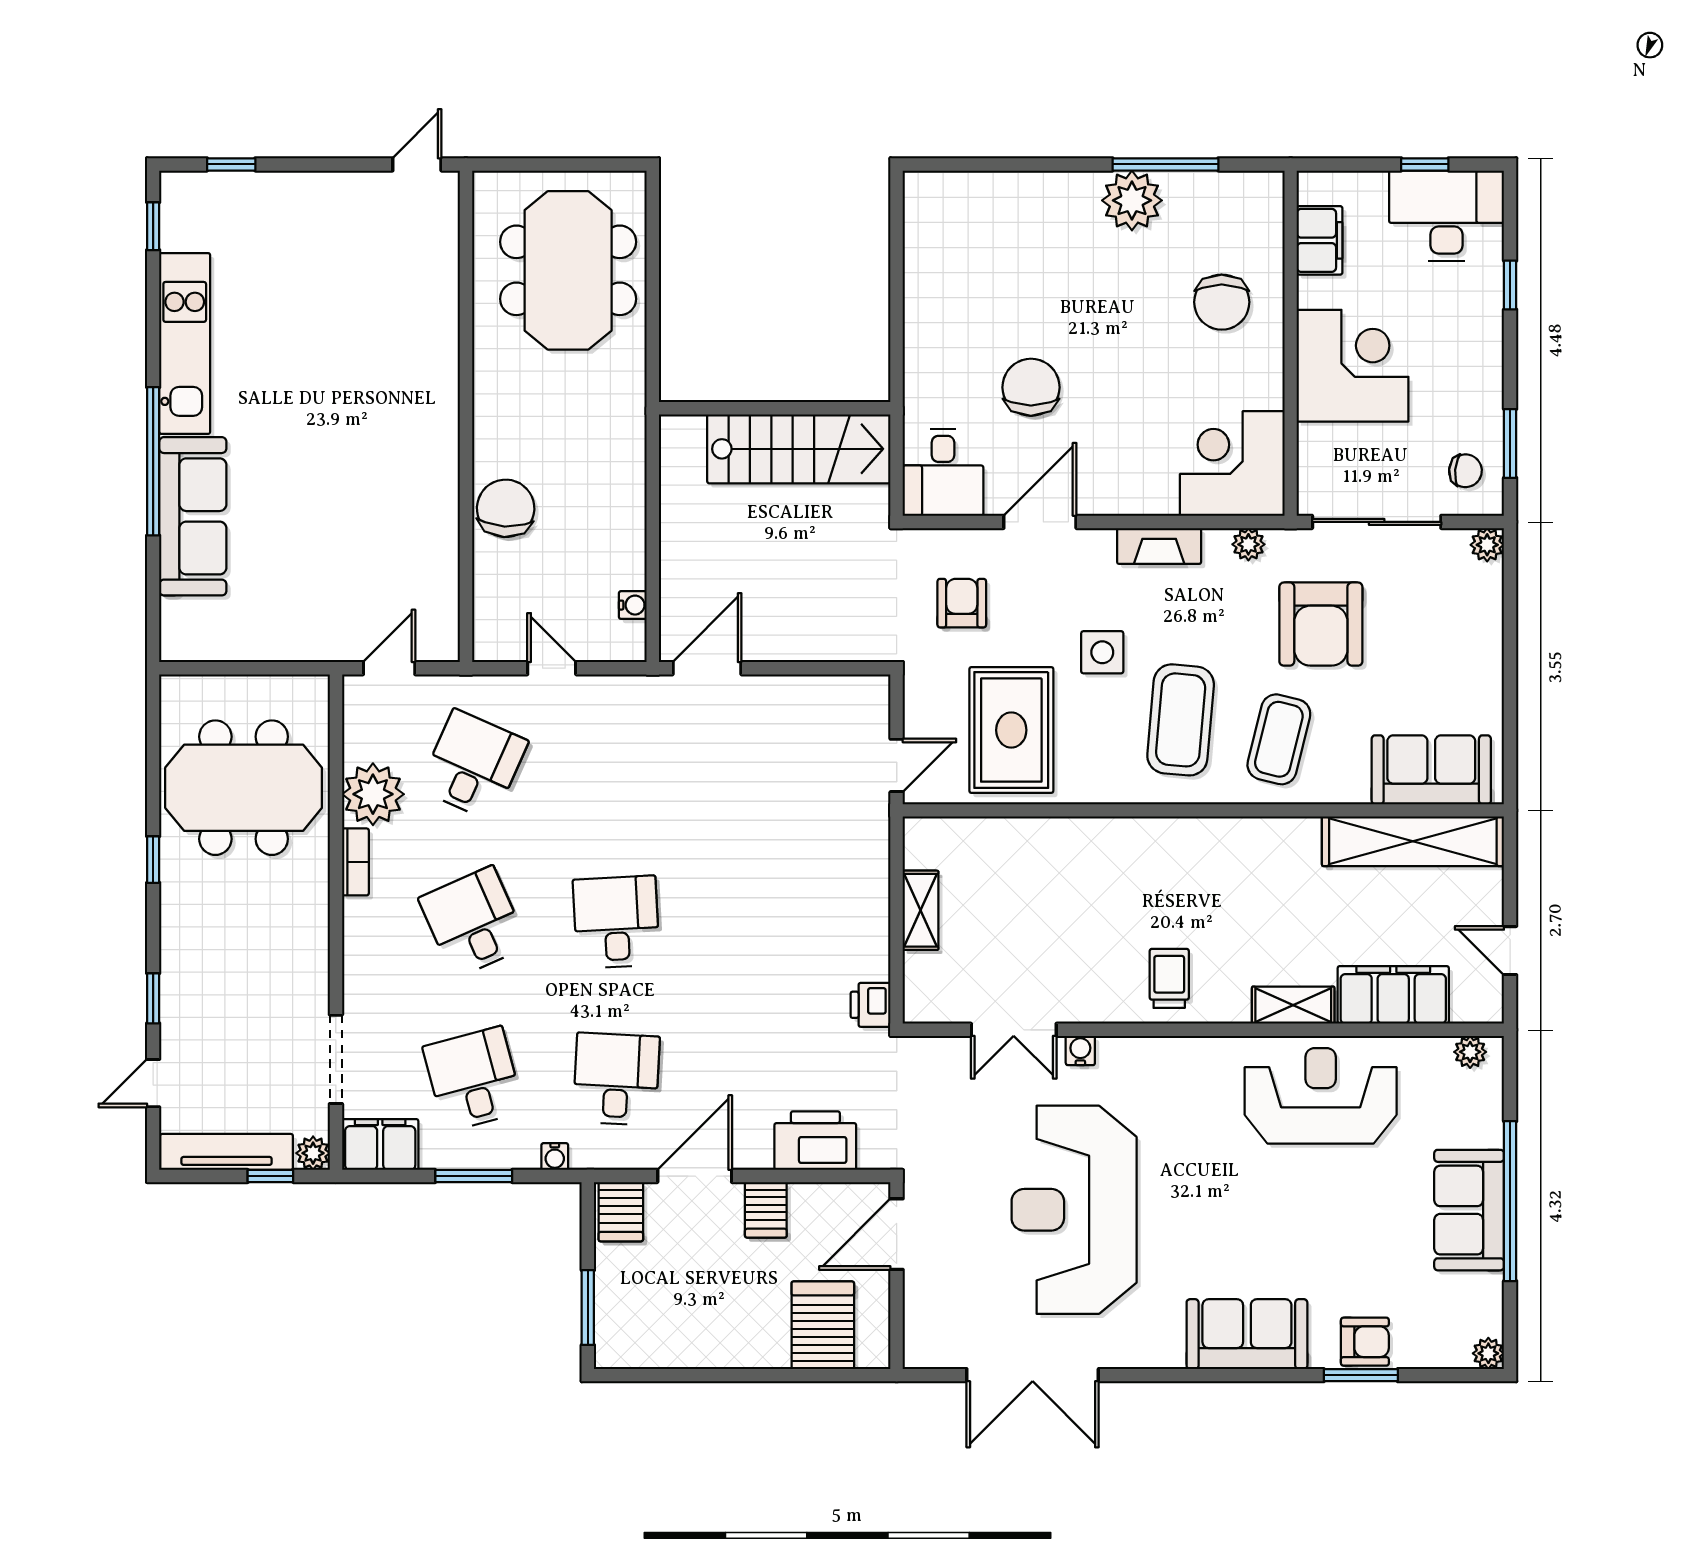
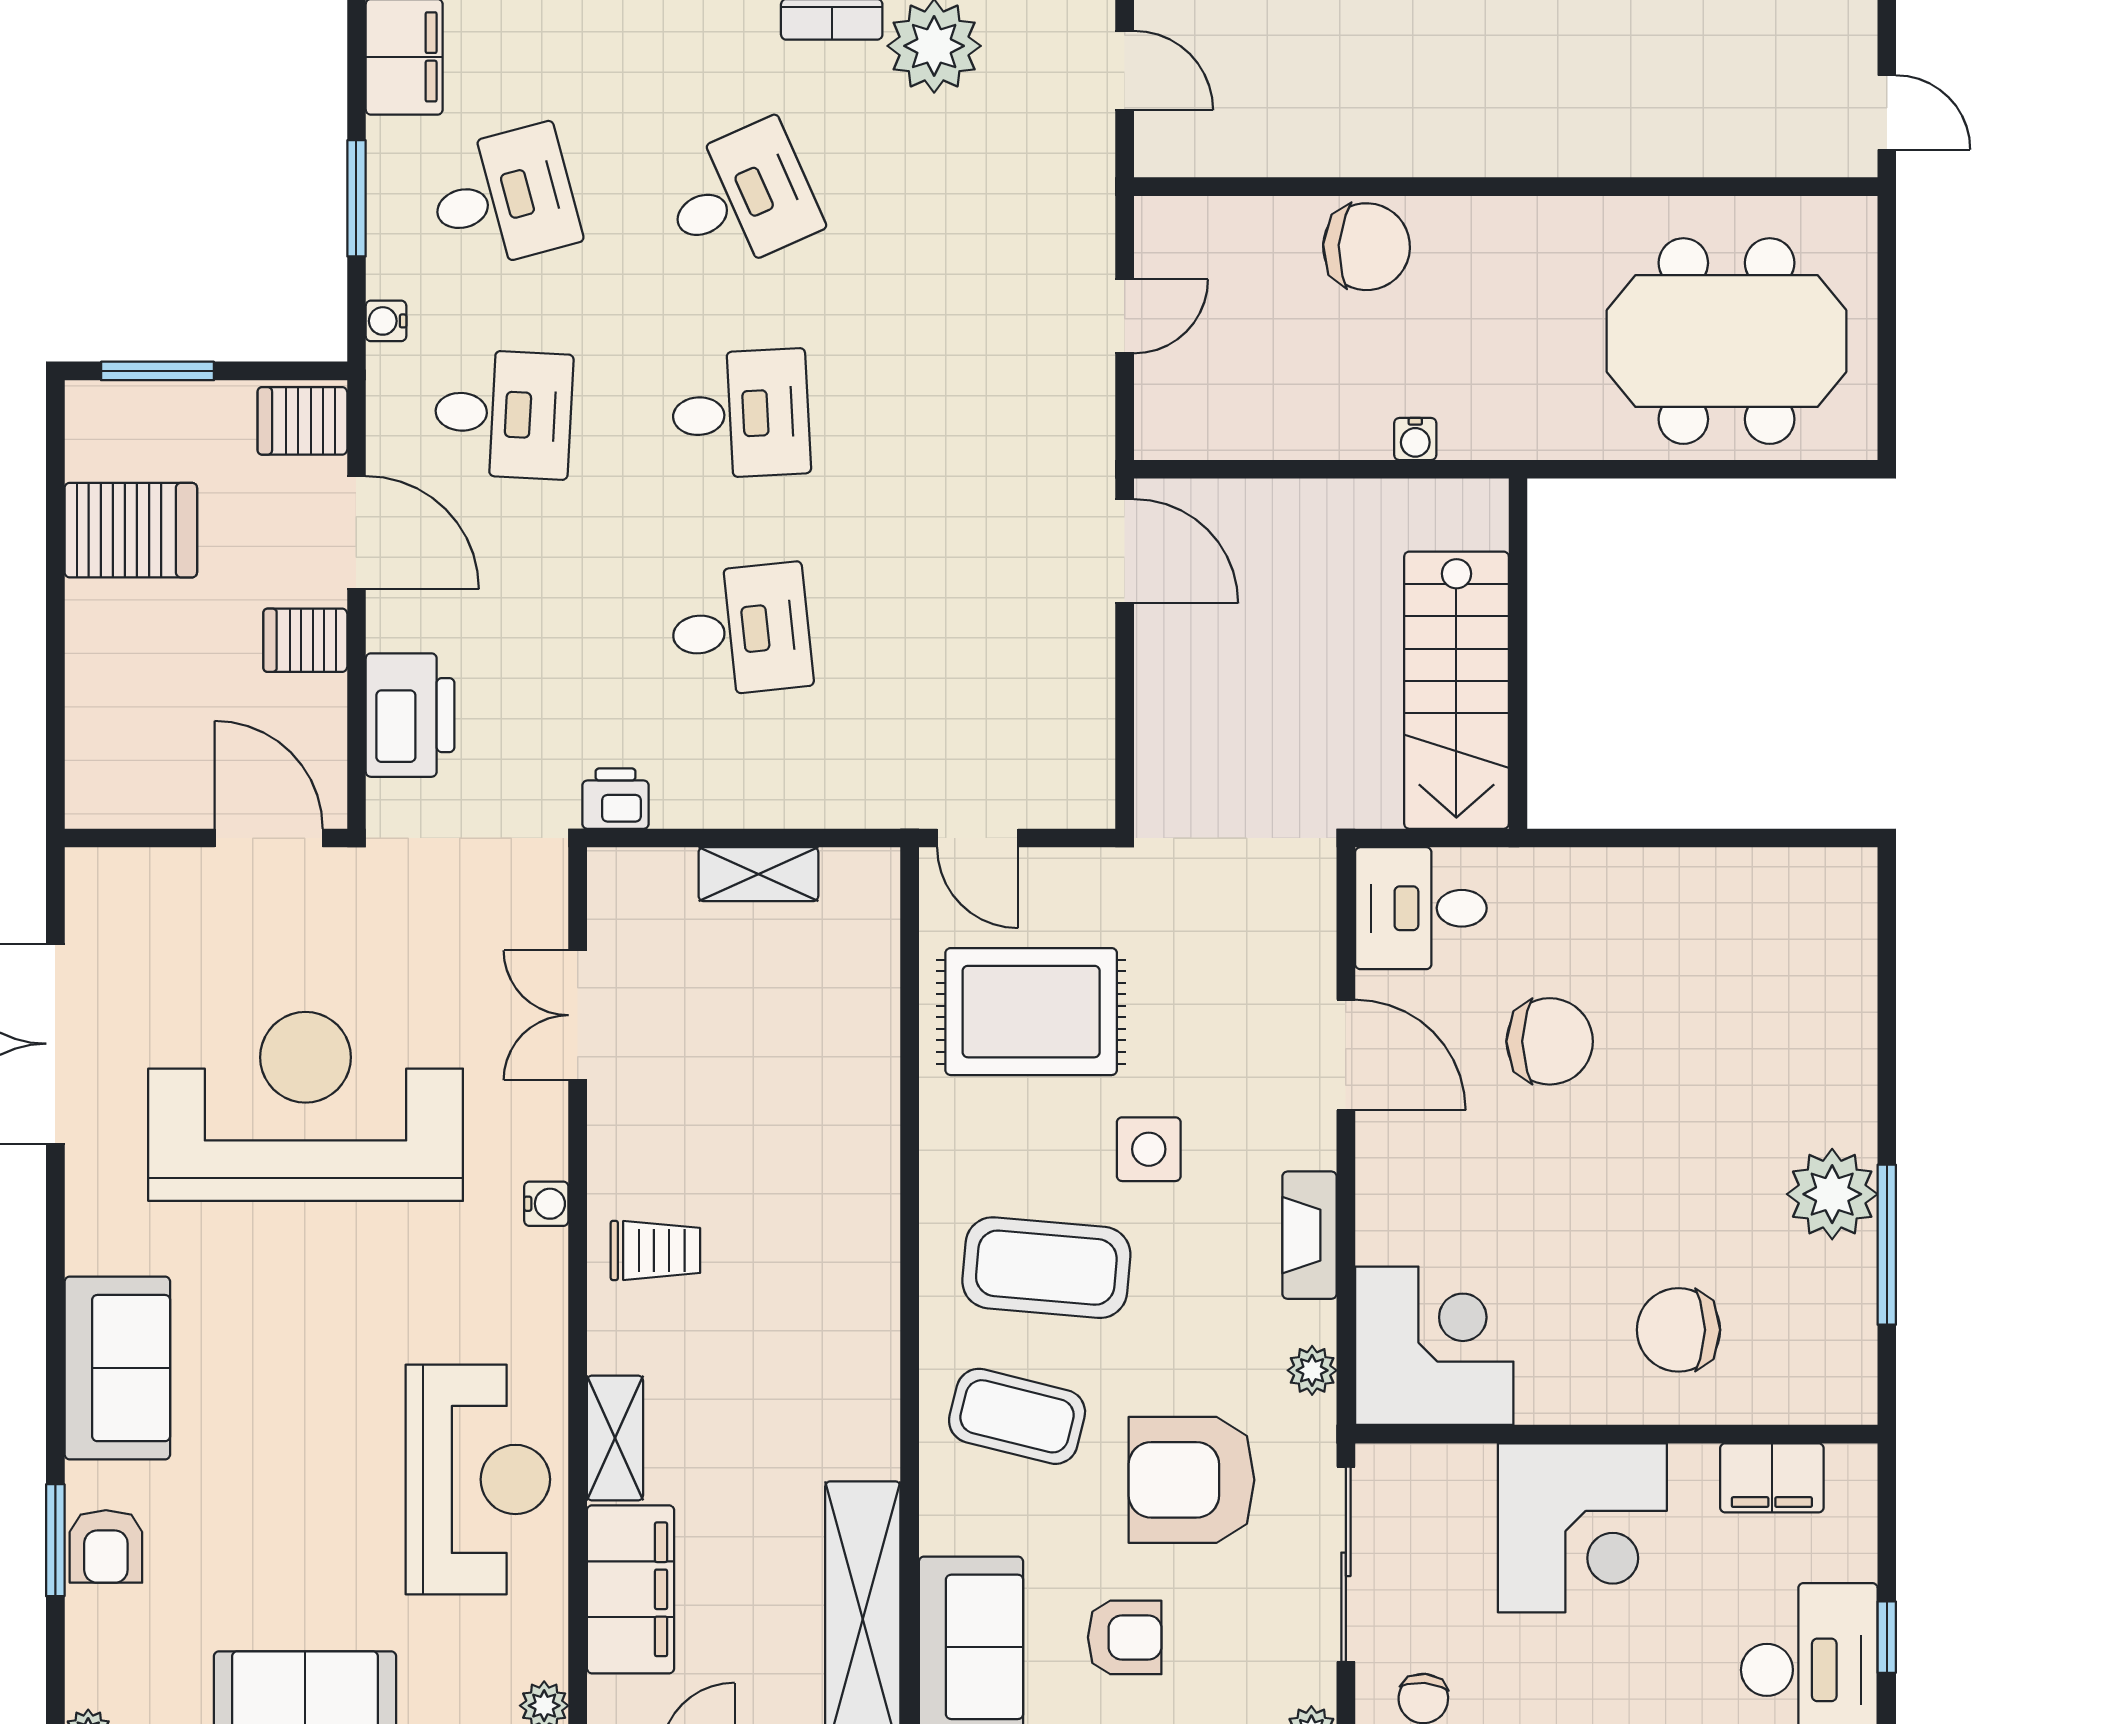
armchair: (962, 603) -> (1125, 1637), moved
water cooler: (633, 605) -> (1415, 439), moved
desk: (473, 765) -> (741, 630), moved, turned -30
water cooler: (1080, 1051) -> (546, 1204), moved
server rack: (823, 1325) -> (131, 530), moved

